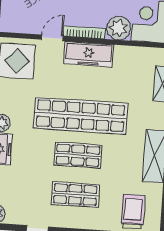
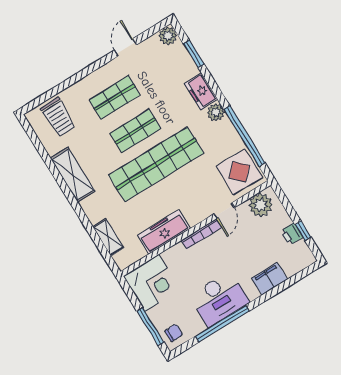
plant: (119, 28) -> (261, 205), moved
freezer: (89, 54) -> (164, 232), moved

